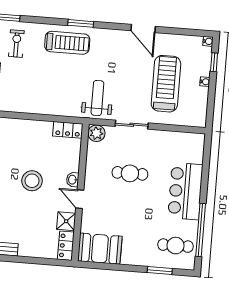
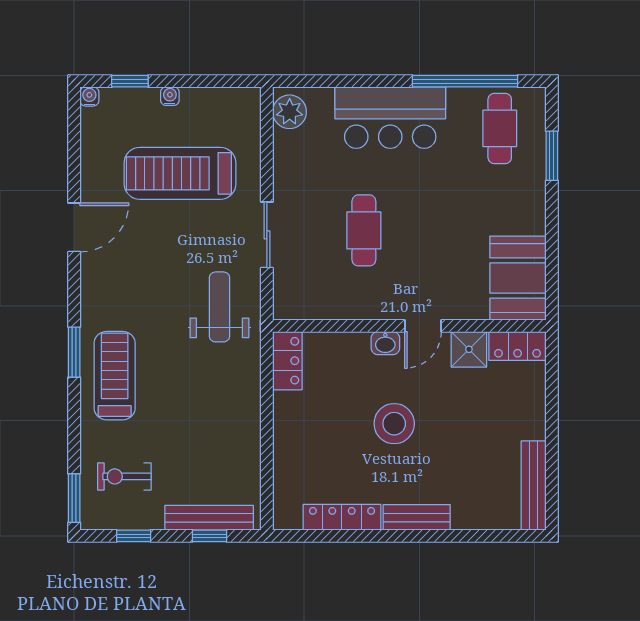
weight bench: (97, 98) -> (219, 307), turned 90
plant: (96, 133) -> (290, 112), moved

